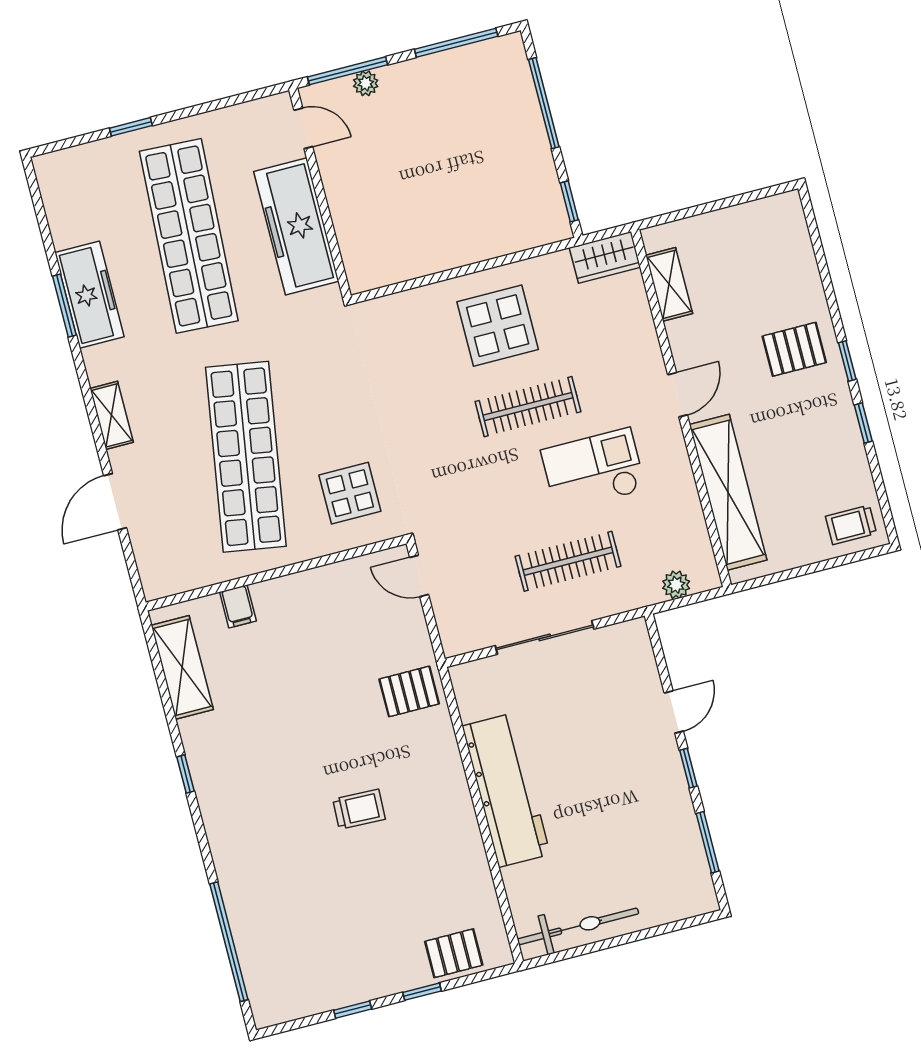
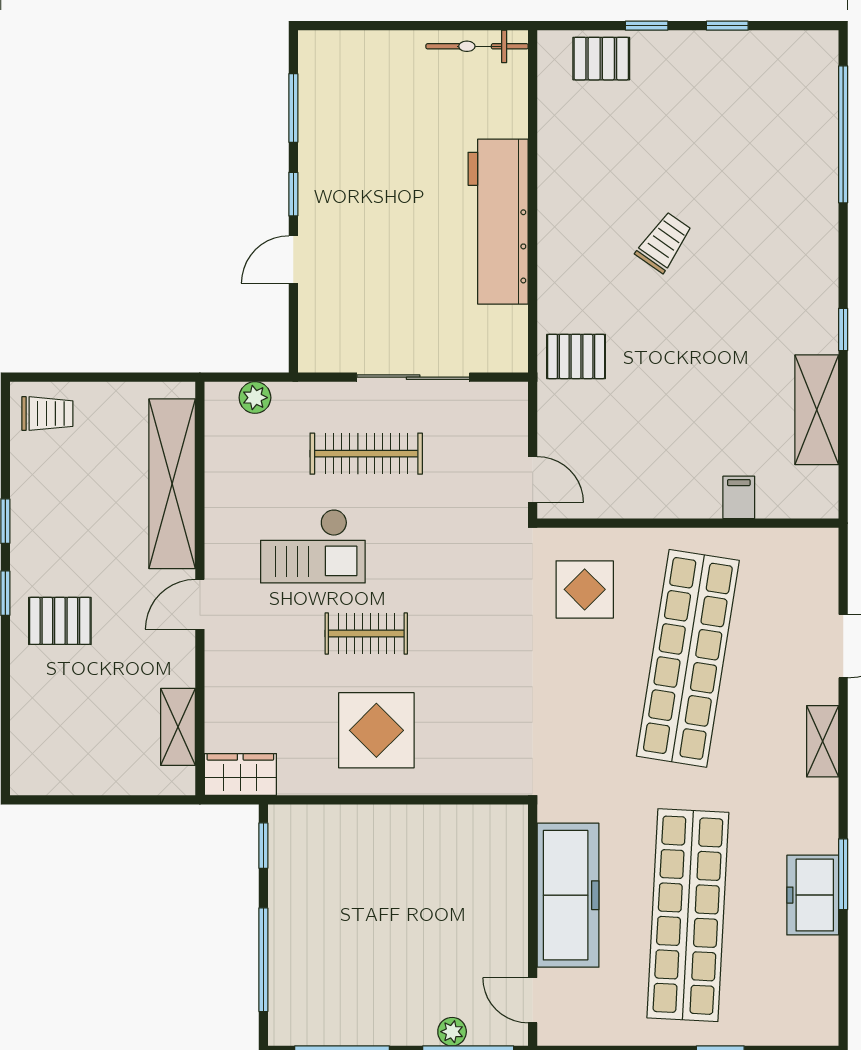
freezer: (89, 295) -> (813, 895), width x0.71
clothes rail: (528, 407) -> (366, 633), width x0.73
shelving: (182, 667) -> (817, 410), moved
trolley: (359, 809) -> (664, 242), turned 123
bicycle: (578, 926) -> (477, 46), width x0.73, depth x0.71

